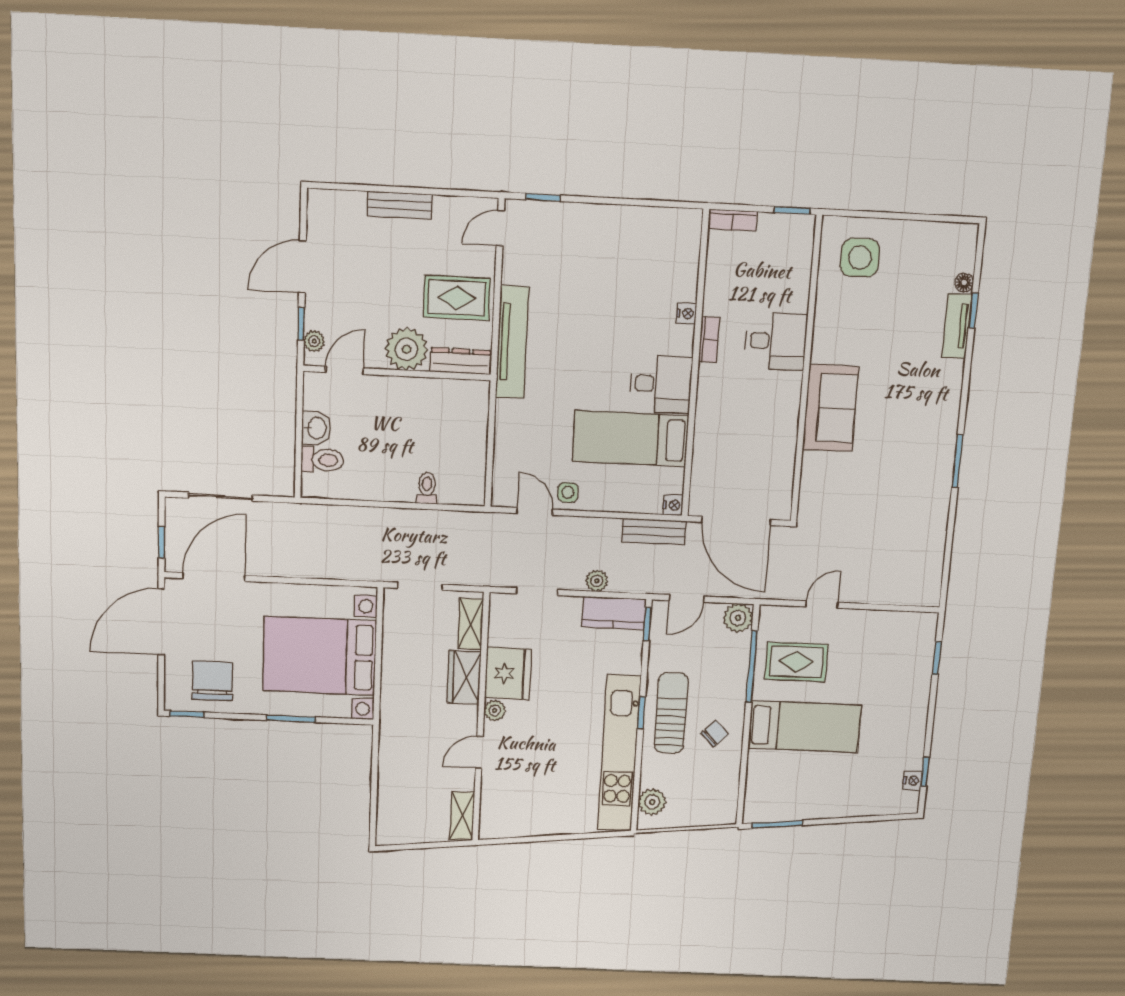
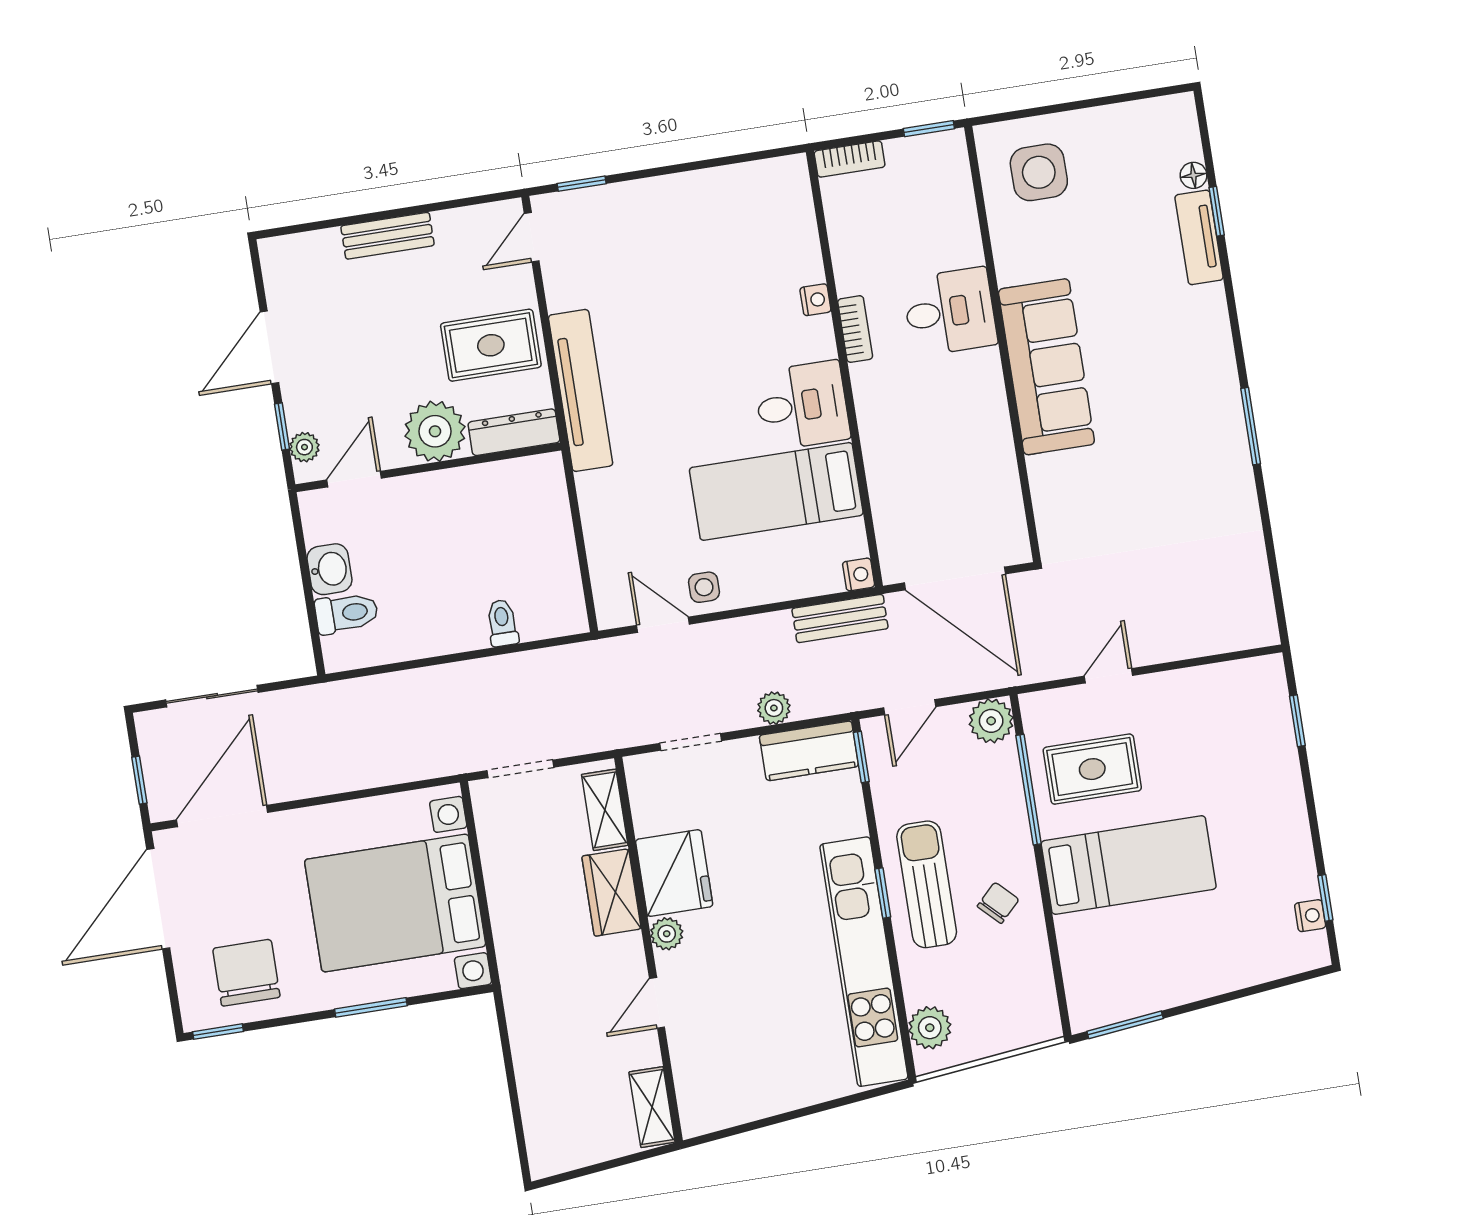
sofa: (831, 408) -> (1046, 367), width x1.36

